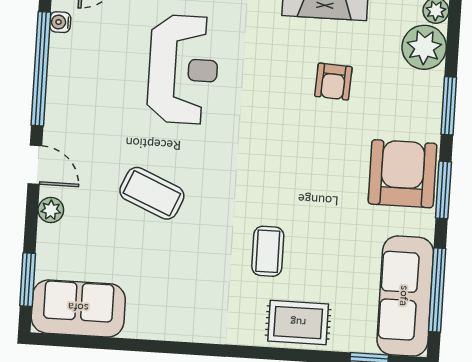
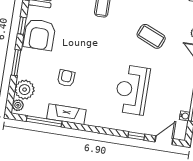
window: (443, 190) -> (22, 26), width x0.67

